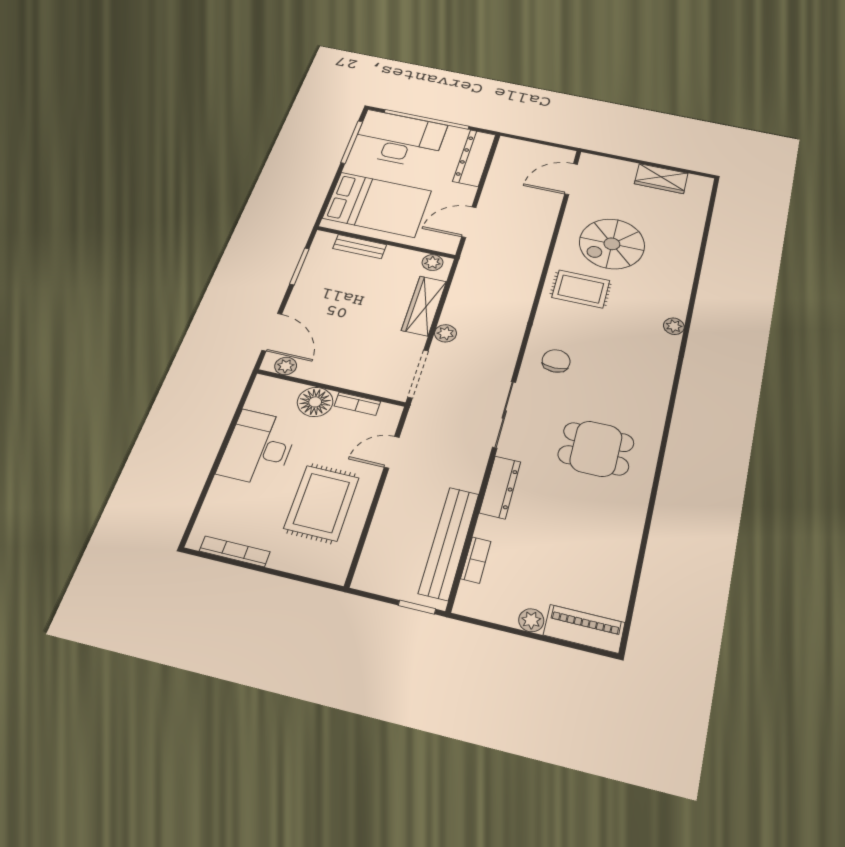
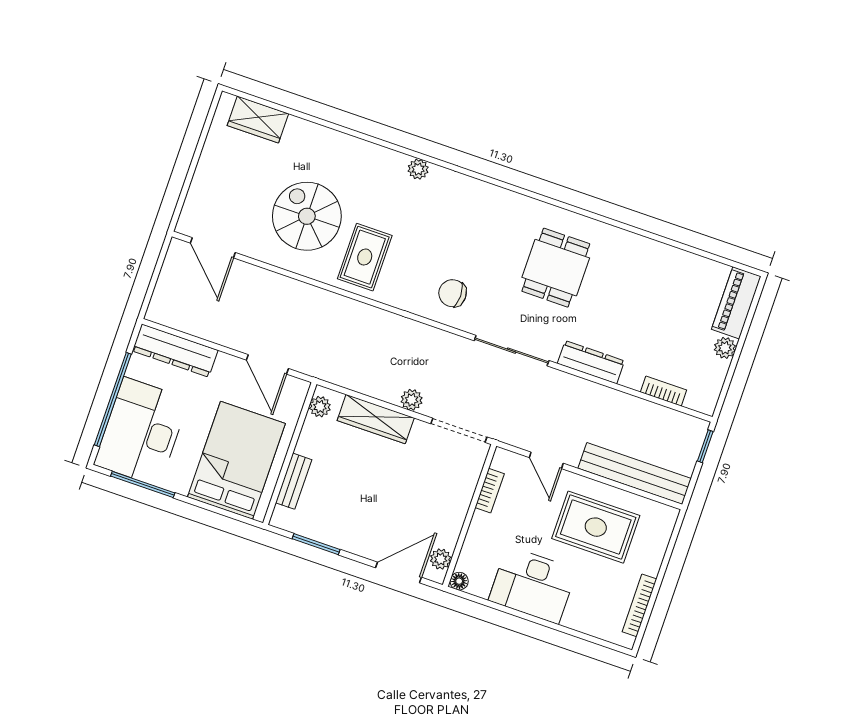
wardrobe: (661, 179) -> (258, 120), moved, turned 90
spiral stairs: (612, 244) -> (307, 216), turned 180
floor lamp: (315, 402) -> (459, 581), moved, width x0.53, depth x0.53
bench: (449, 543) -> (635, 473), moved

